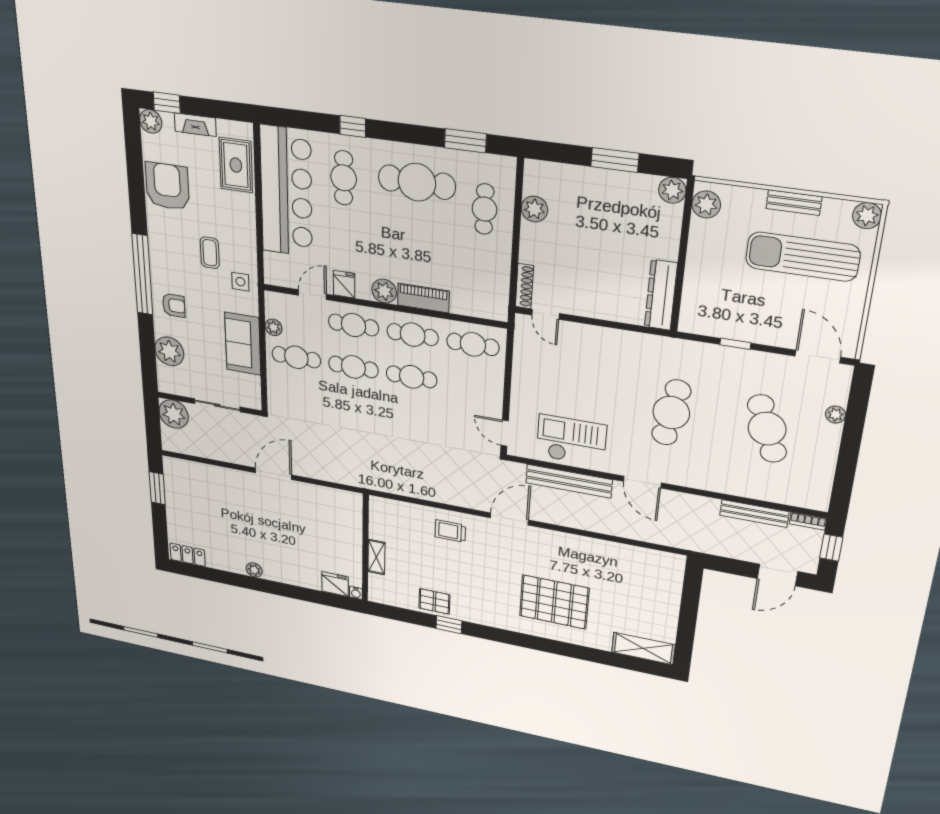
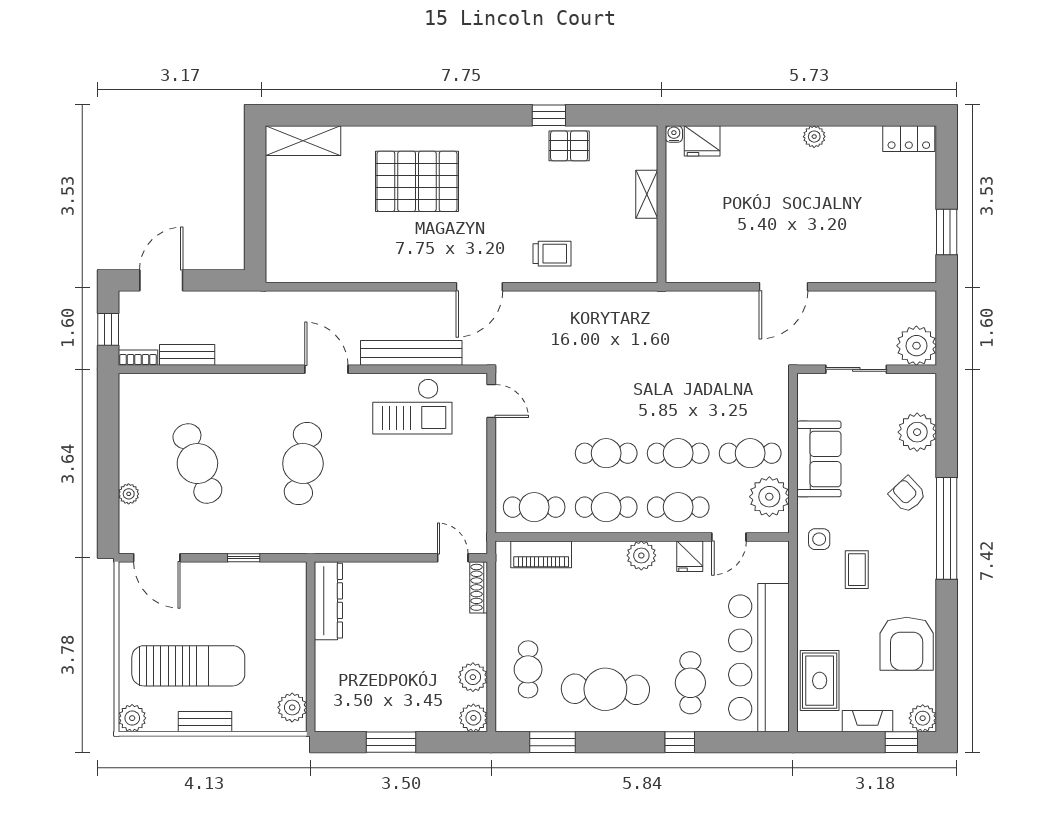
plant: (672, 190) -> (473, 718), moved
piano: (423, 298) -> (541, 554), moved
armchair: (174, 305) -> (907, 495), turned 47
plant: (273, 327) -> (769, 497), width x1.87, depth x1.87
bench: (754, 514) -> (187, 355), width x0.73

